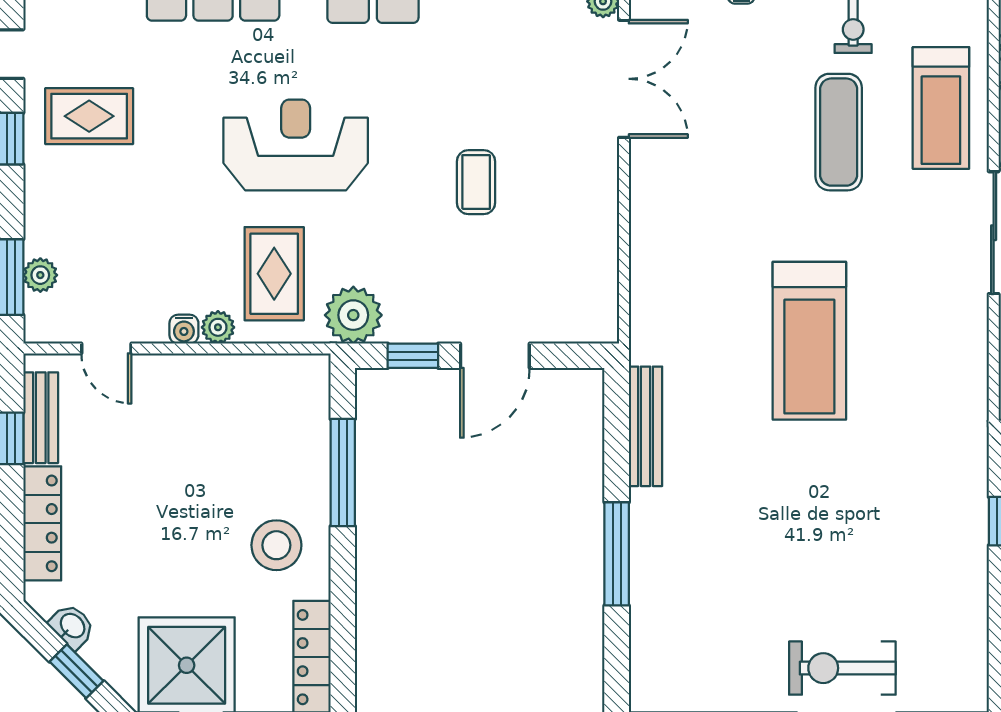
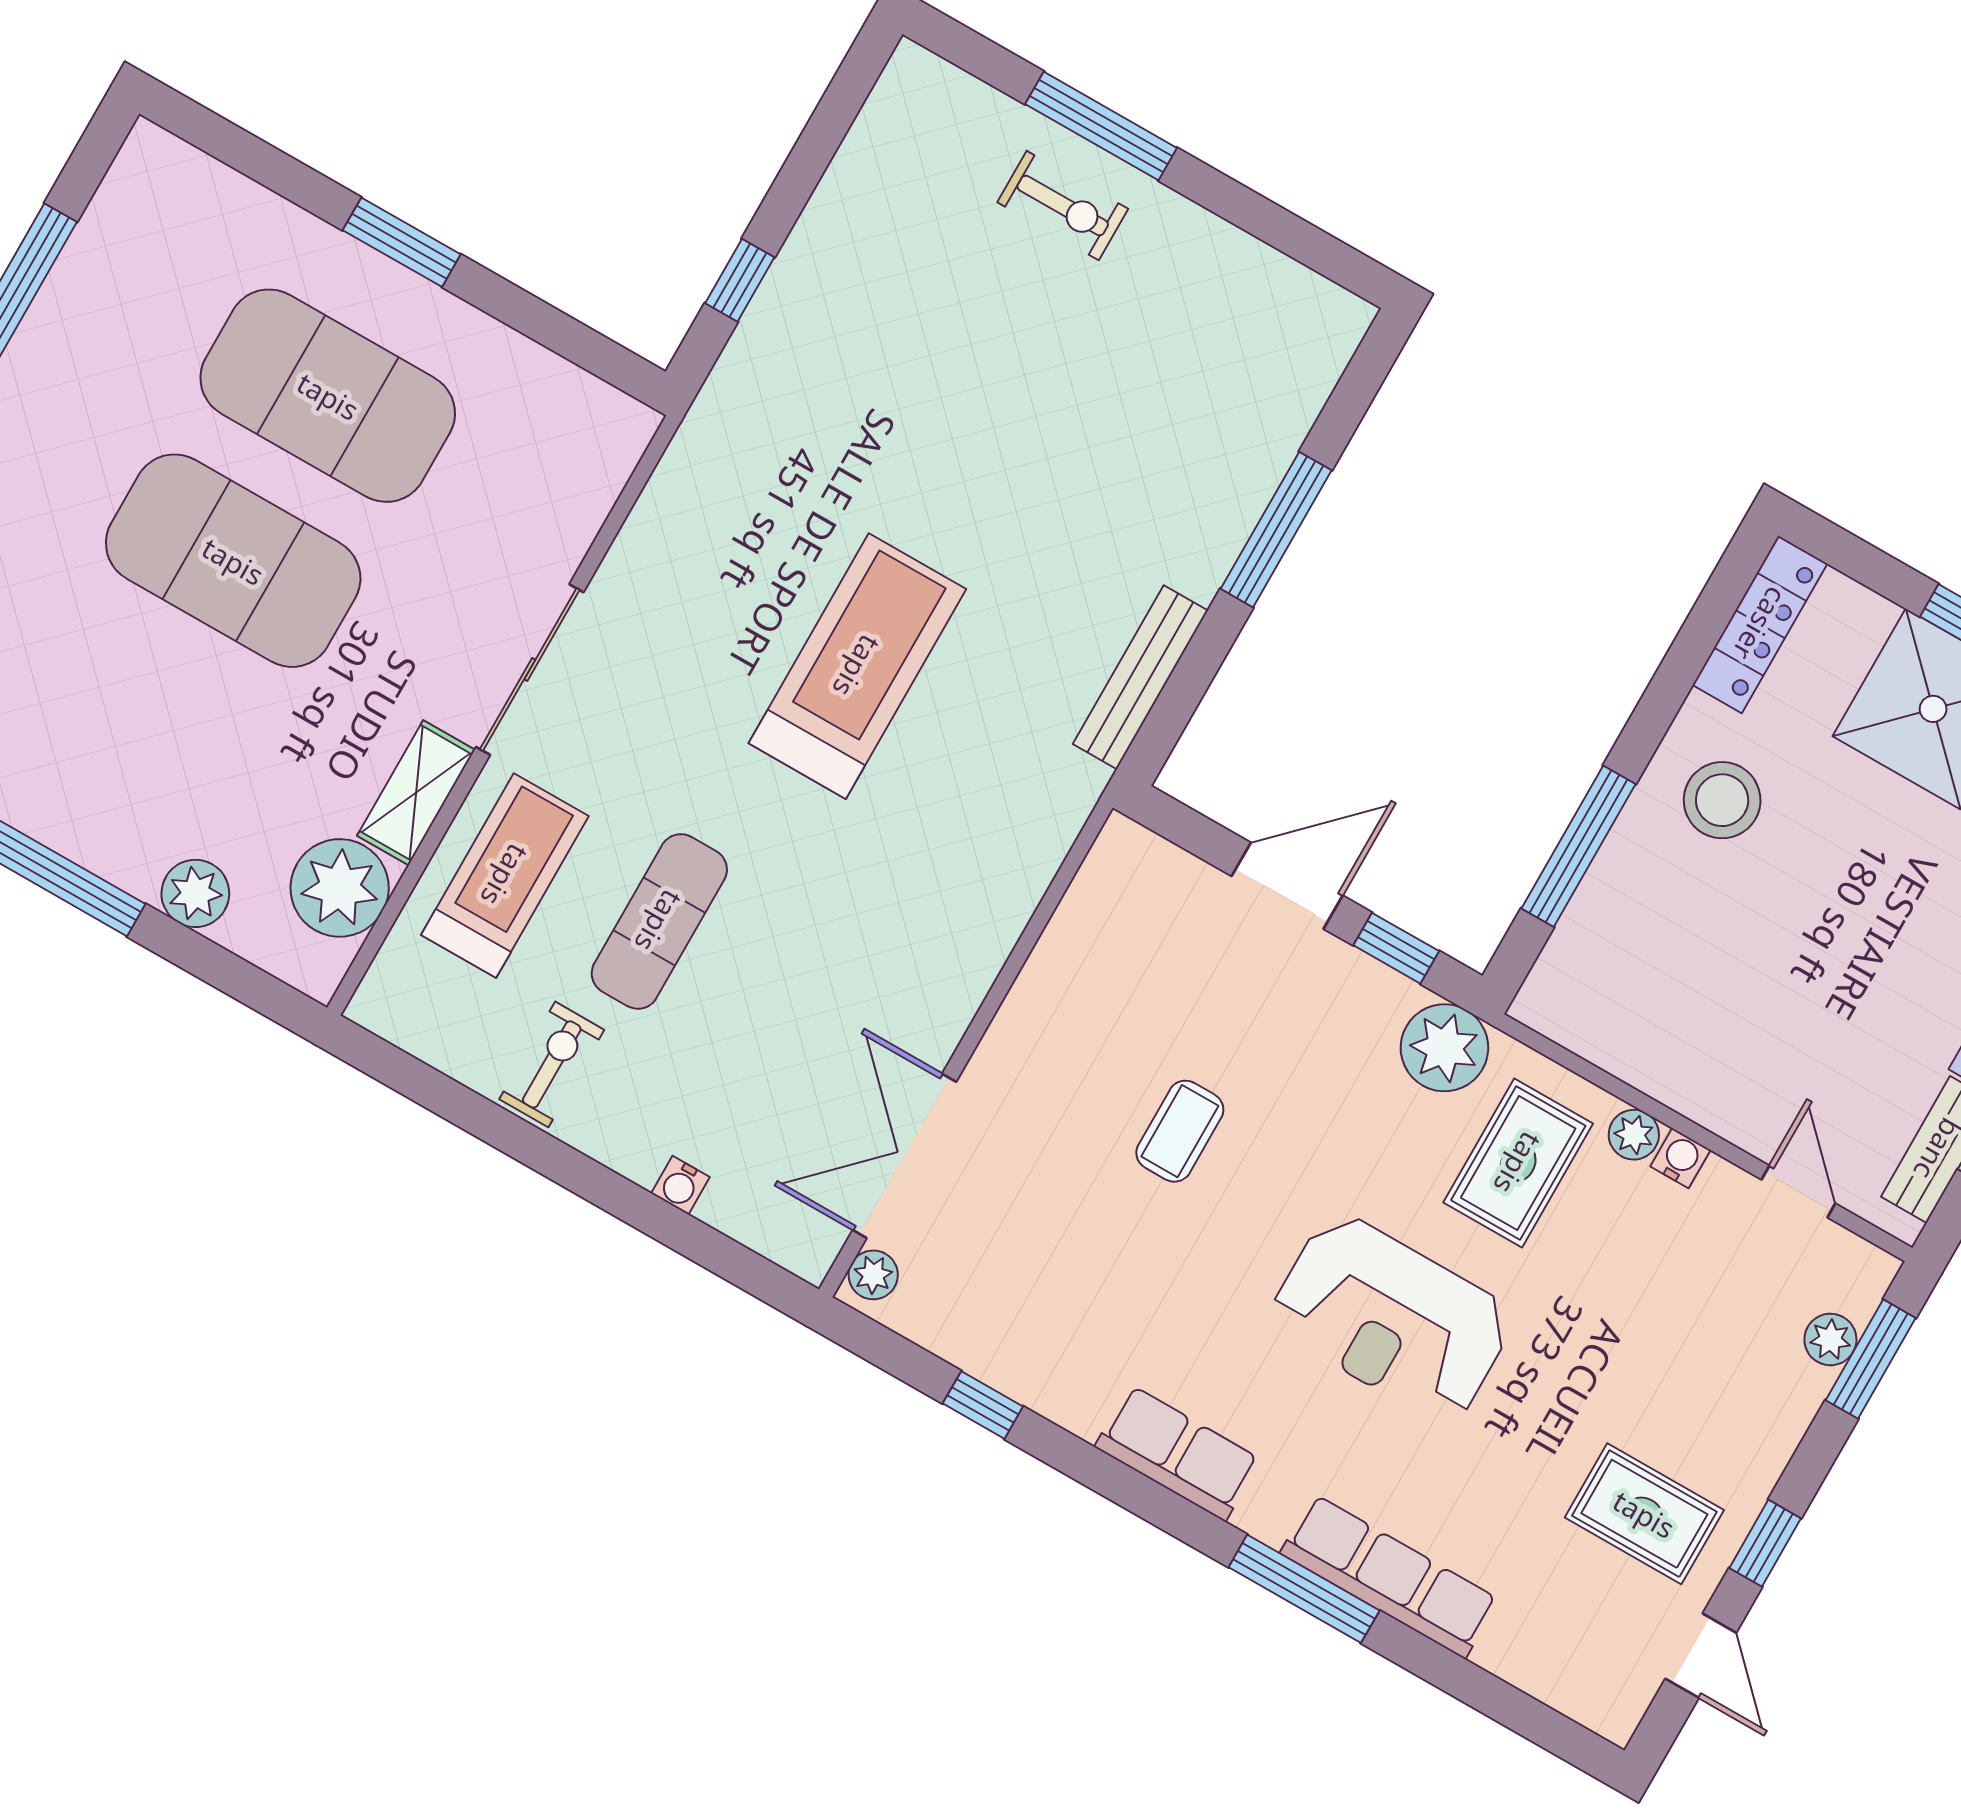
exercise bike: (842, 668) -> (1063, 206), width x0.73, depth x0.72

